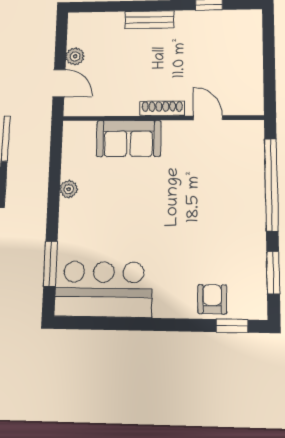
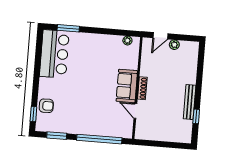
bench: (149, 20) -> (190, 102), moved, width x1.36
door: (208, 118) -> (135, 111), swing flipped
sofa: (129, 138) -> (127, 86), moved
plant: (69, 189) -> (127, 41), moved

